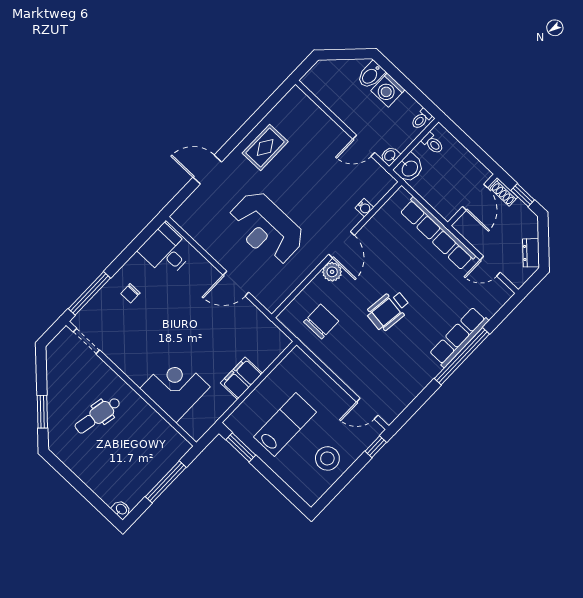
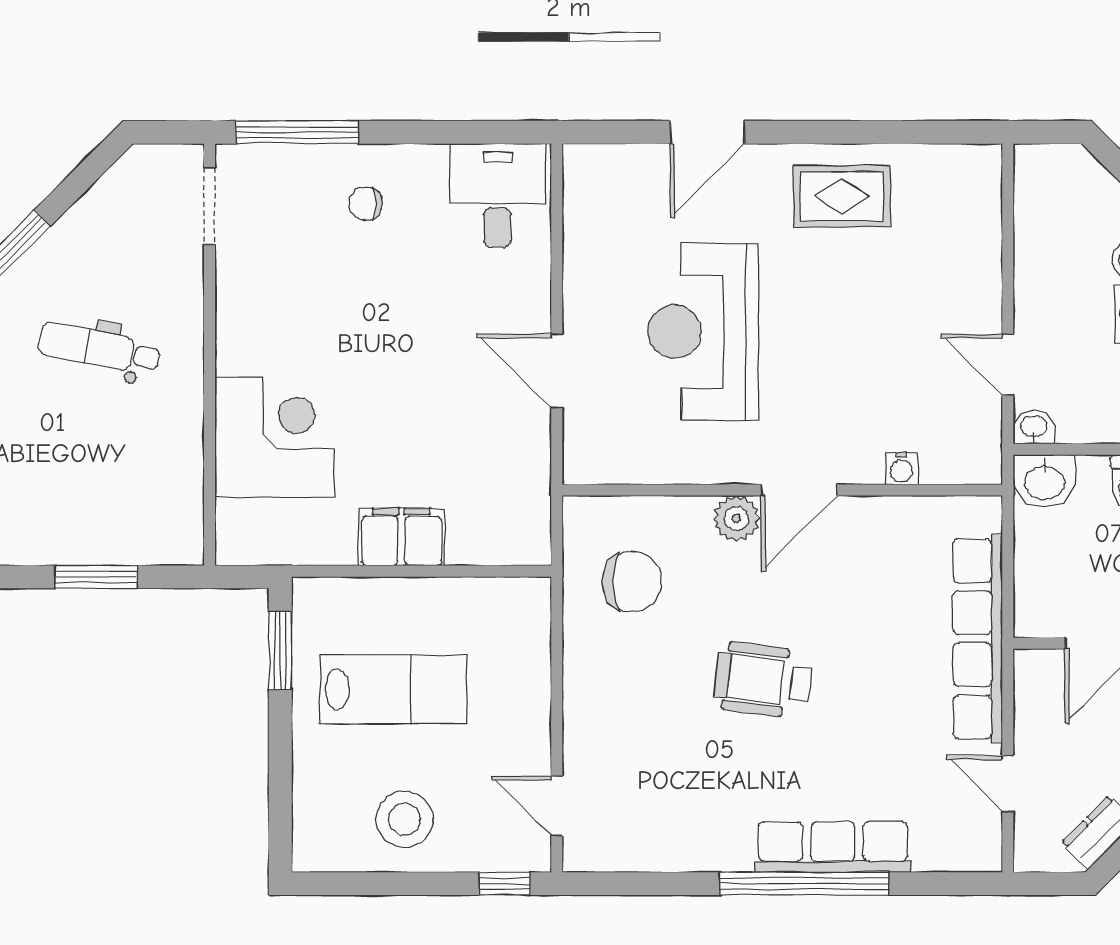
door: (207, 170) -> (708, 132), swing flipped
window: (166, 482) -> (96, 577), width x0.69

